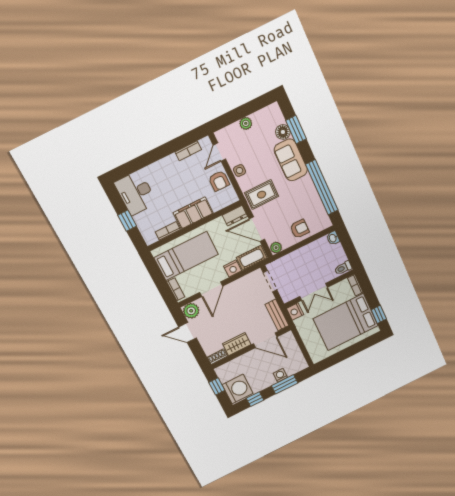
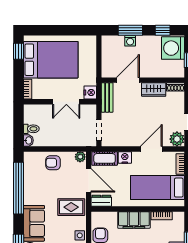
toilet: (343, 268) -> (31, 129), moved
double door: (314, 292) -> (66, 102), swing flipped
door: (265, 340) -> (128, 80), hinge flipped

